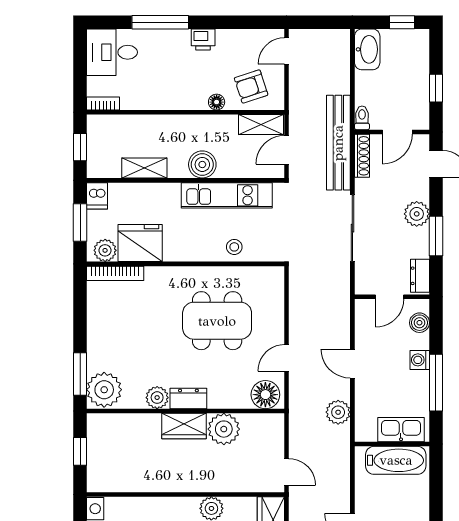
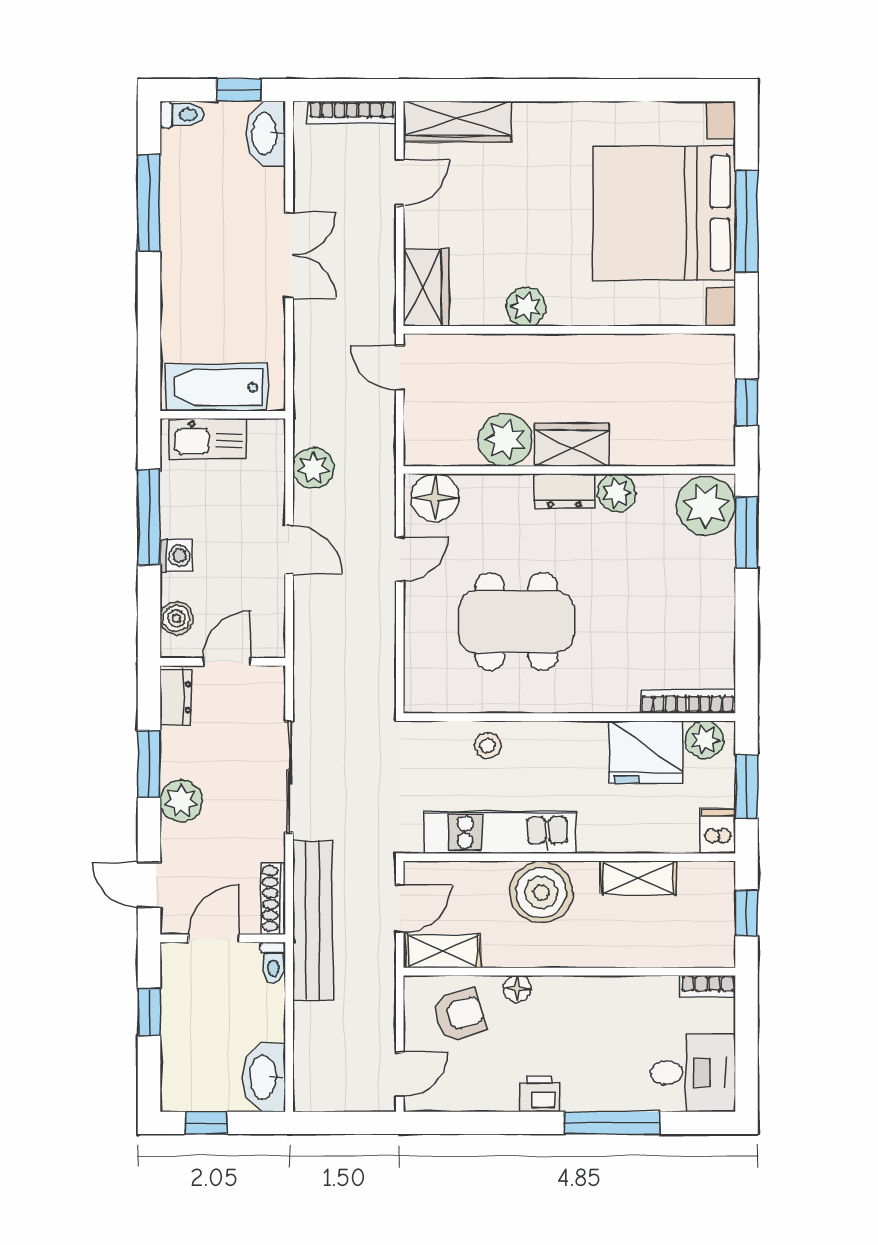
boiler: (202, 164) -> (541, 892), width x1.37, depth x1.37

